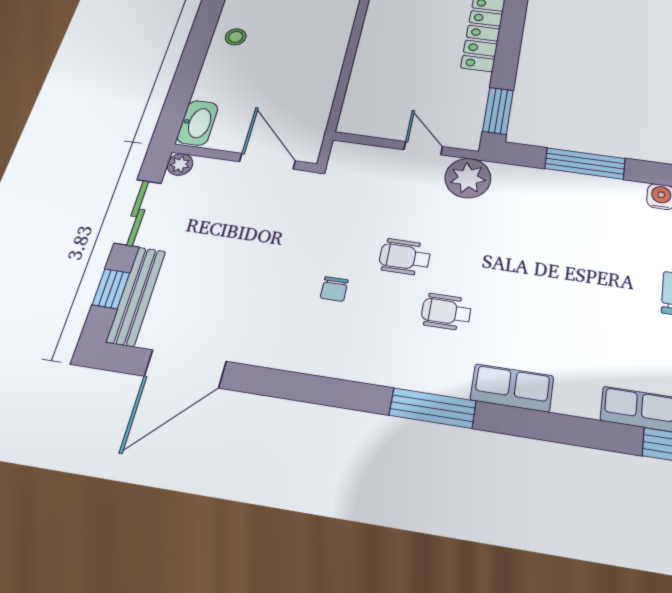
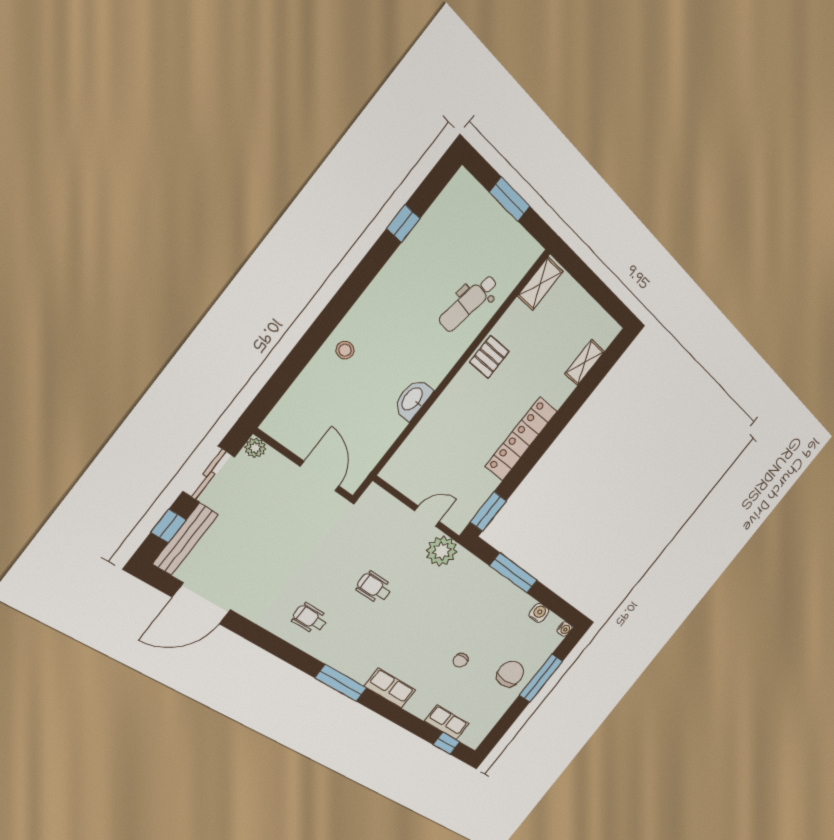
washbasin: (198, 123) -> (413, 399), moved, turned 180
door: (423, 148) -> (427, 516), hinge flipped
chair: (334, 289) -> (461, 660), moved
wheelchair: (446, 312) -> (310, 618), moved

